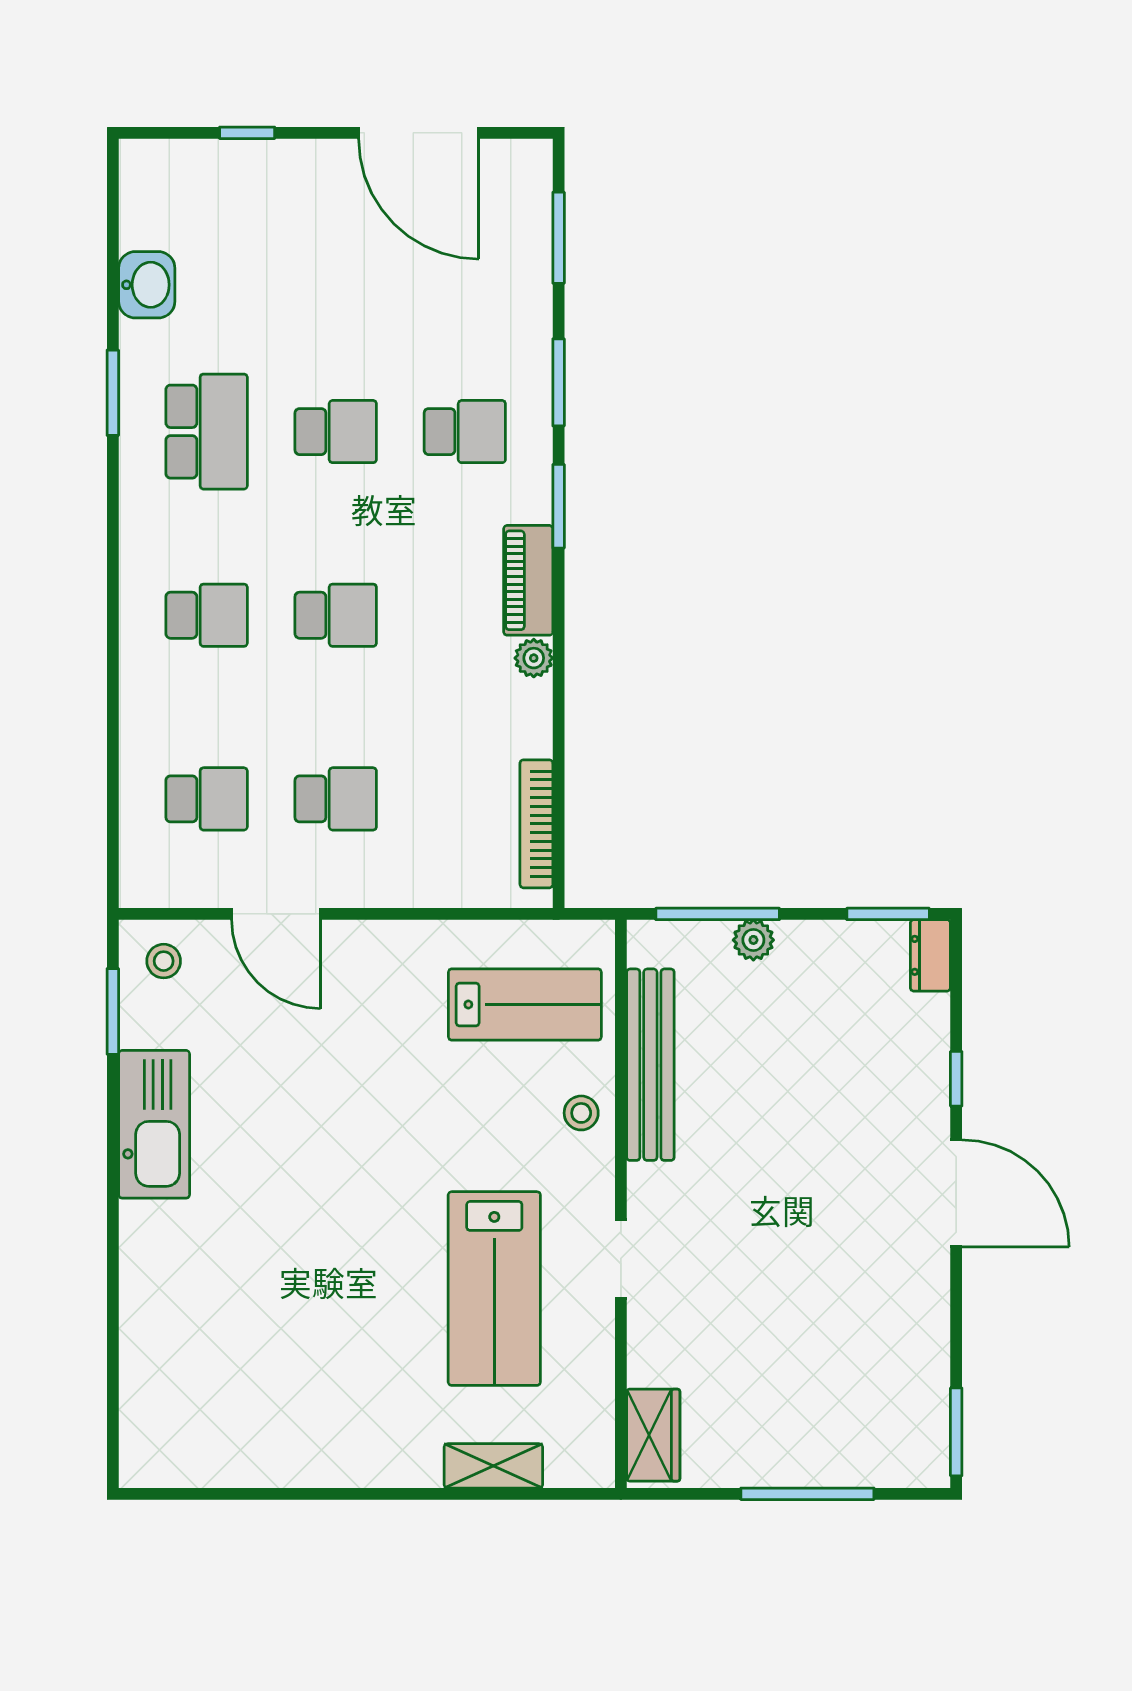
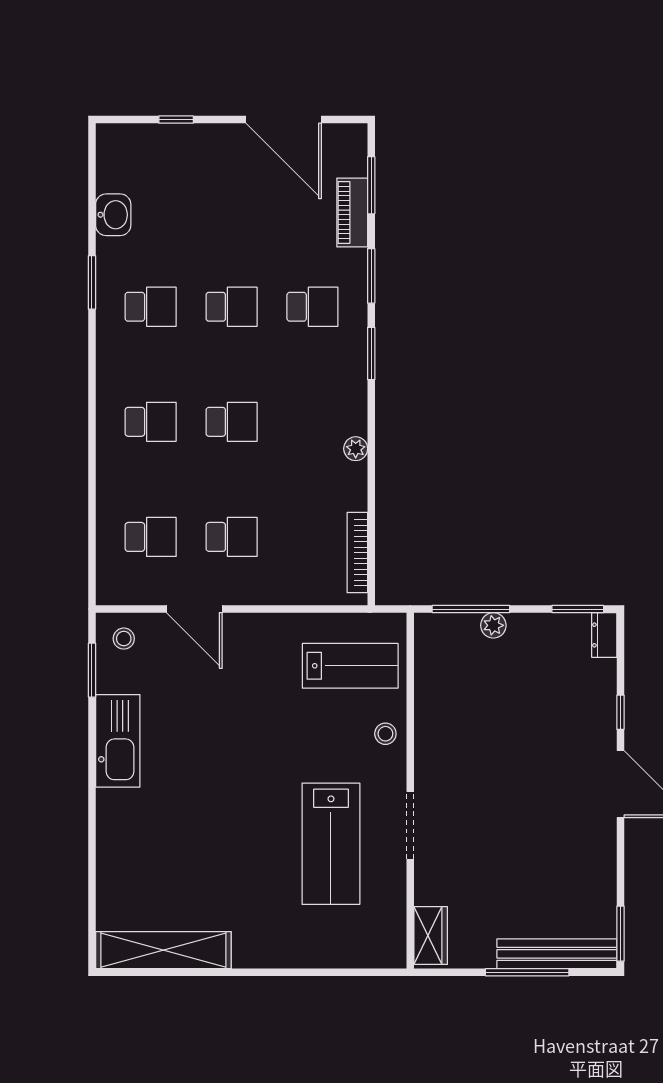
school desk: (207, 432) -> (151, 307), width x0.54
piano: (528, 580) -> (352, 212), moved
bench: (650, 1065) -> (557, 954), moved, turned 90
doorway: (621, 1259) -> (410, 825), width x1.38
shelving: (493, 1466) -> (163, 950), moved, width x2.20, depth x1.33

